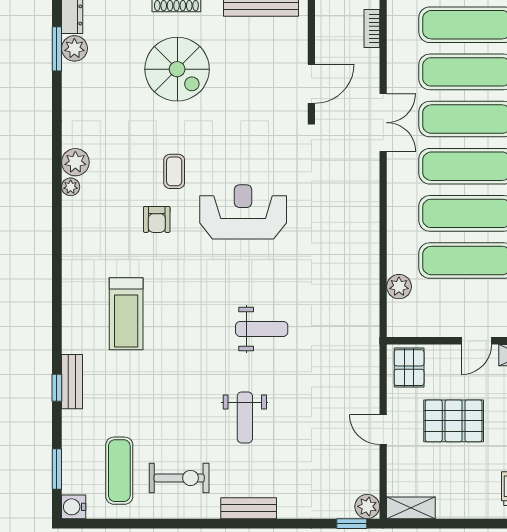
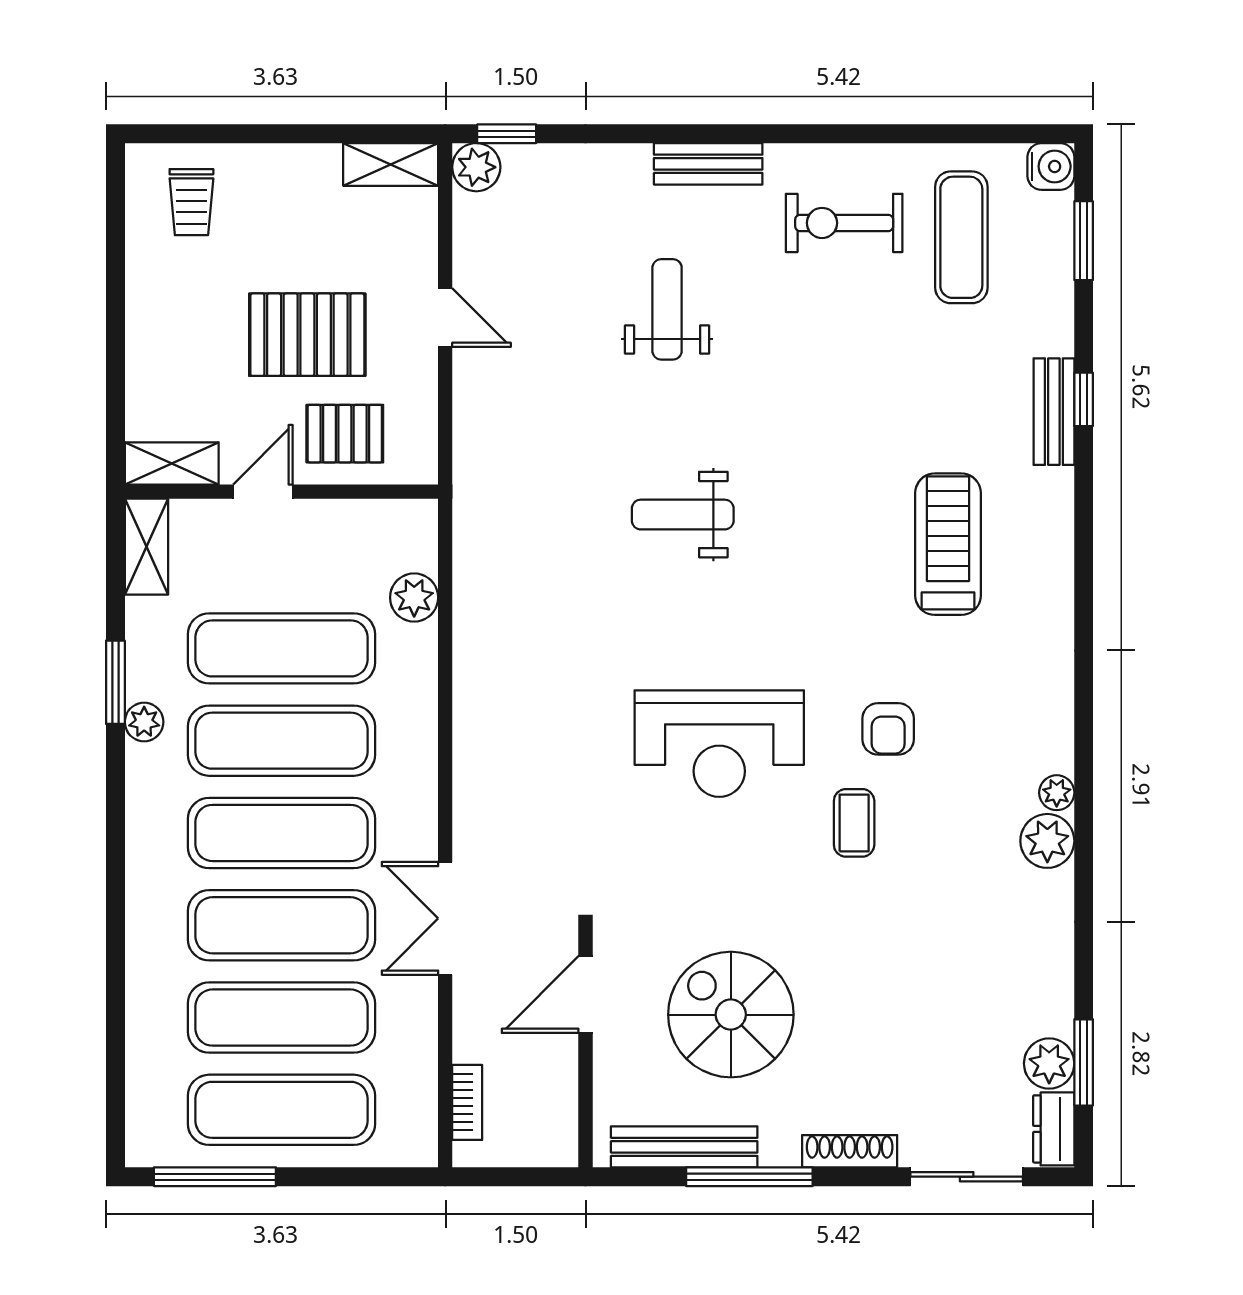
spiral stairs: (177, 69) -> (731, 1015), moved
armchair: (157, 219) -> (888, 729), turned 180
pallet: (409, 368) -> (345, 434), moved, turned 90
weight bench: (245, 417) -> (667, 309), moved

